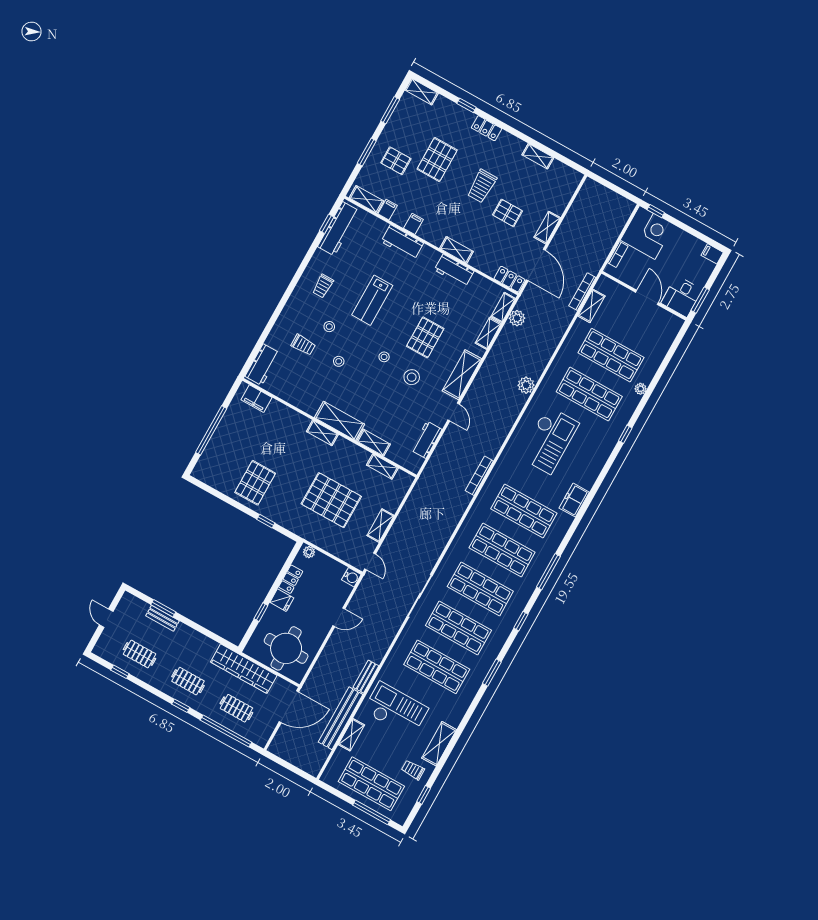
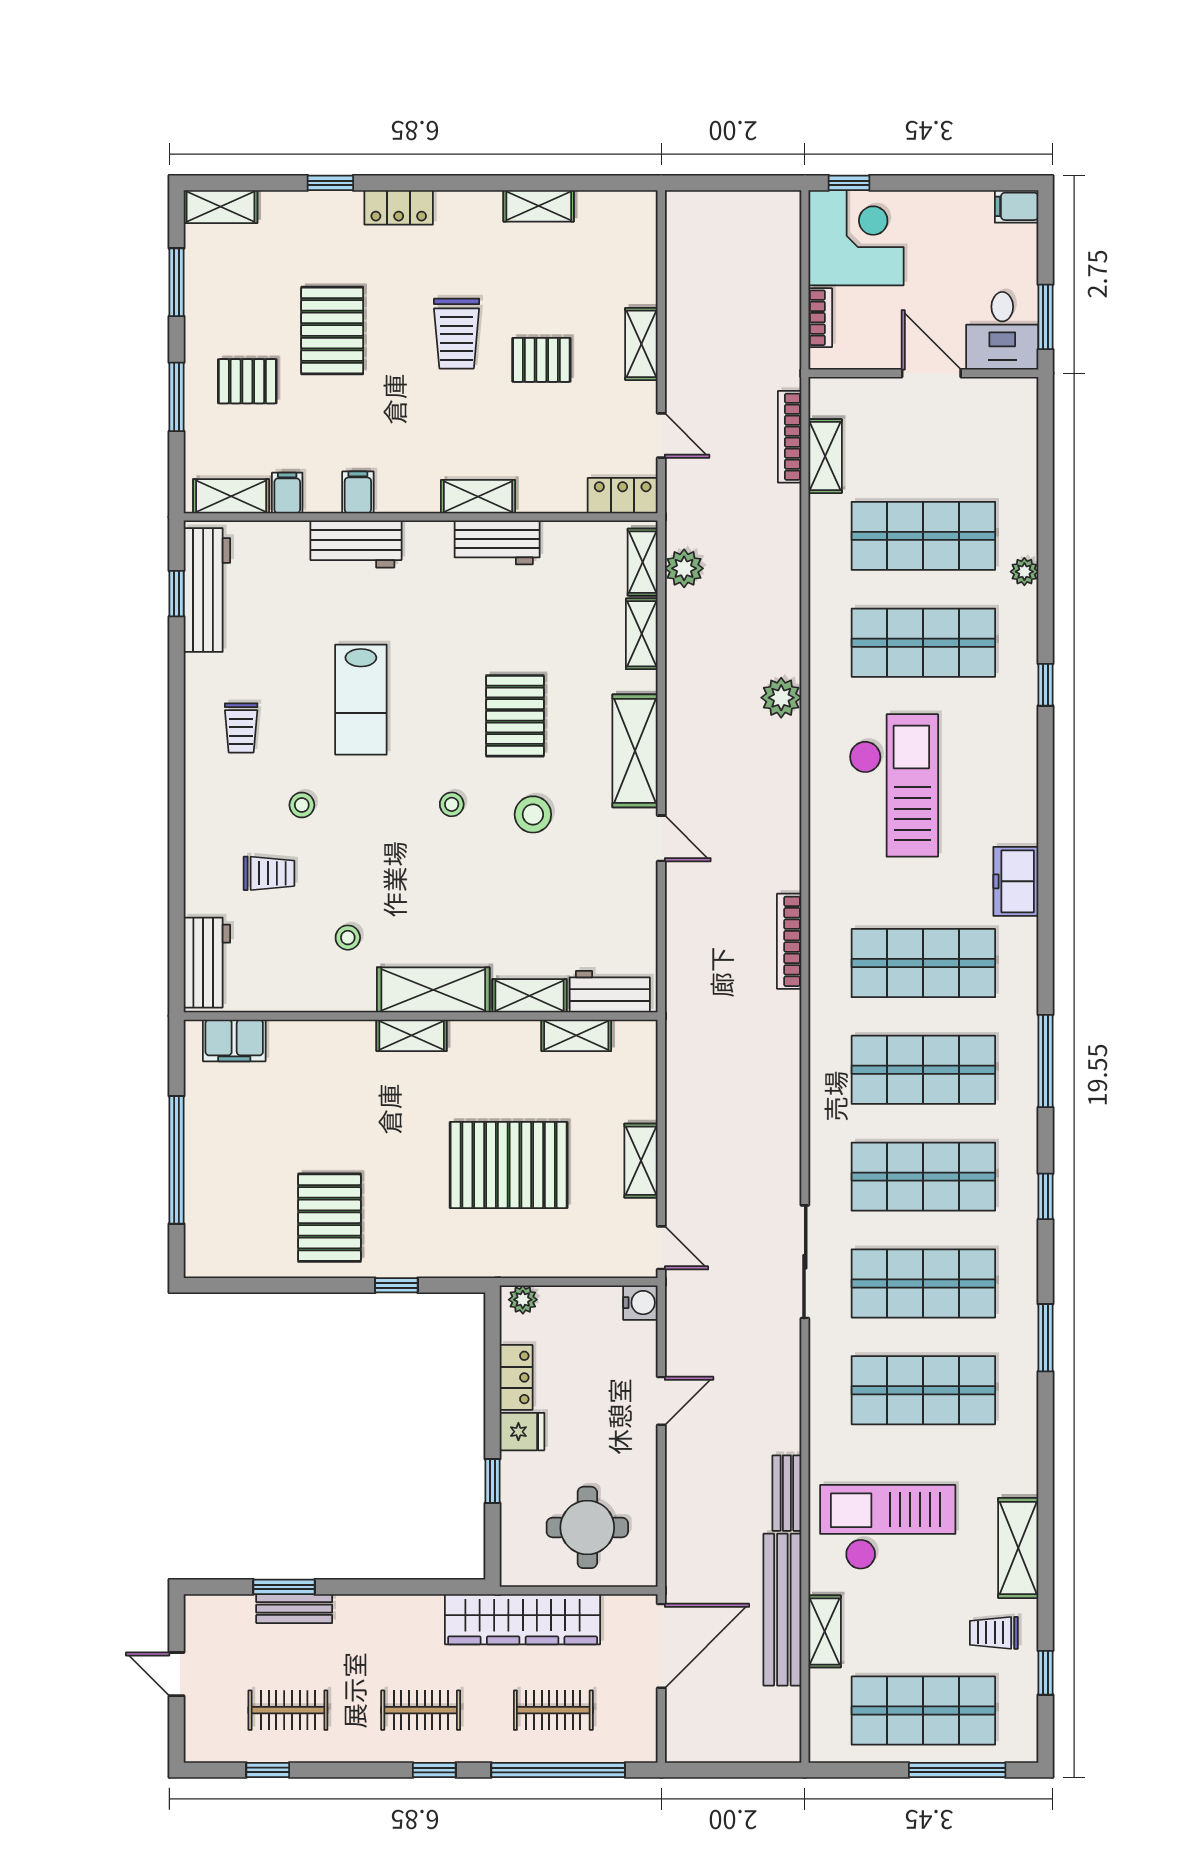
door: (536, 265) -> (661, 435), width x0.53
stool: (339, 361) -> (348, 938), moved
workbench: (426, 440) -> (610, 992), moved, turned 90
round table: (286, 648) -> (587, 1527), width x0.73, depth x0.73

